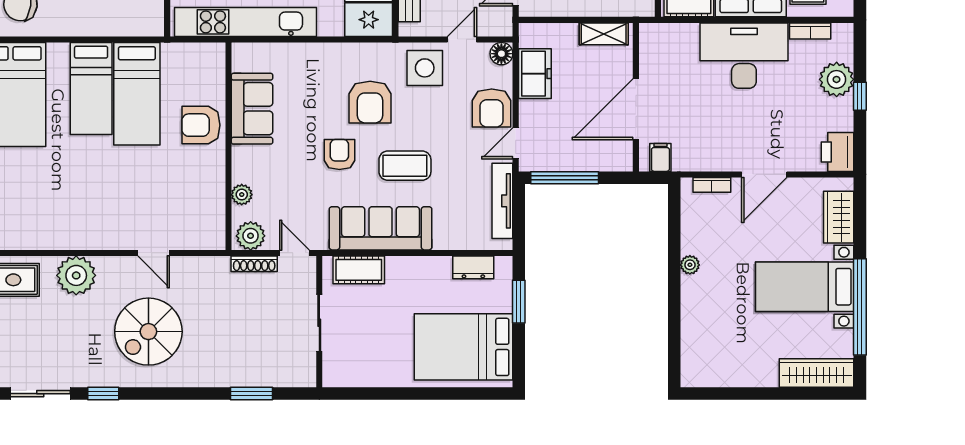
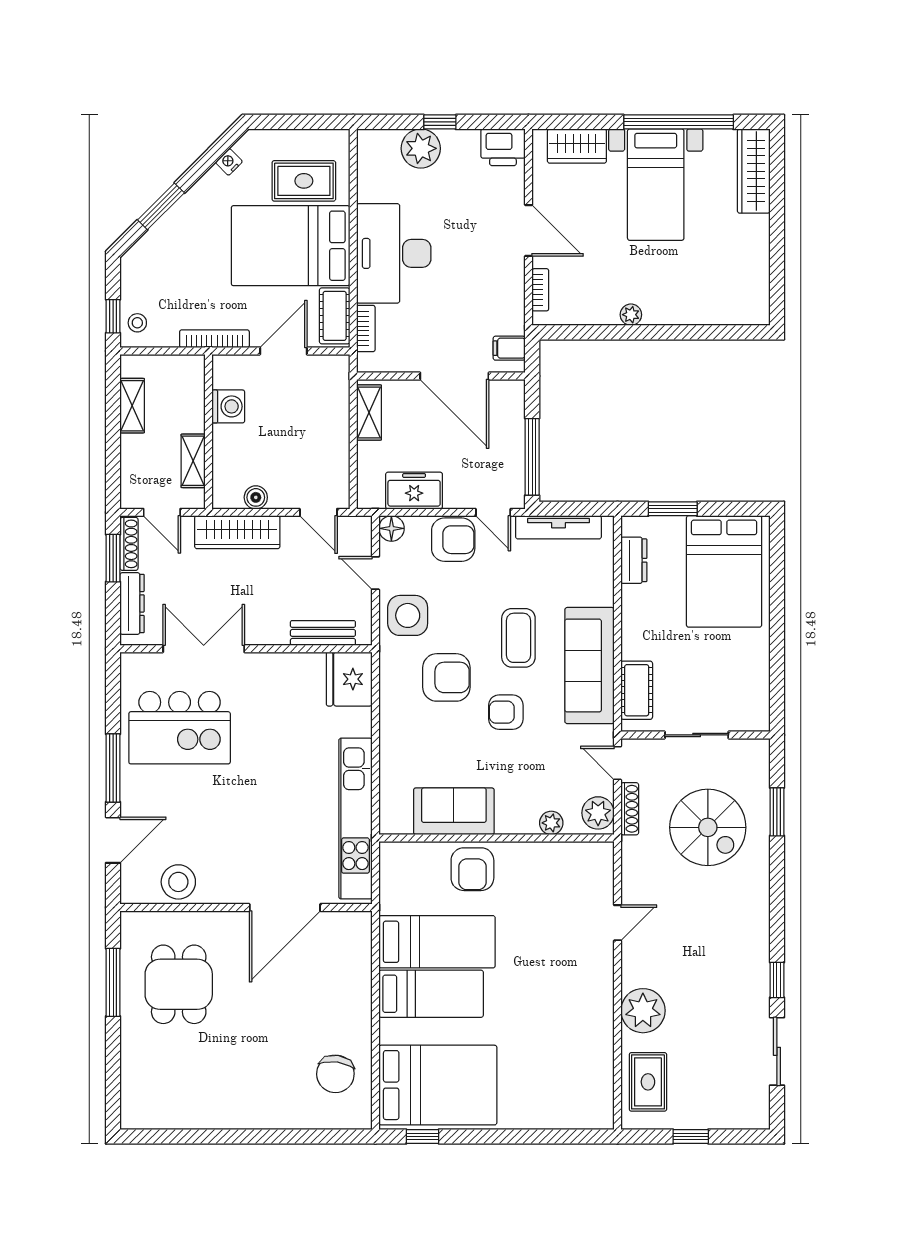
bookcase: (810, 31) -> (366, 329), moved
door: (295, 253) -> (618, 763), hinge flipped
spiral stairs: (148, 332) -> (708, 827), moved

